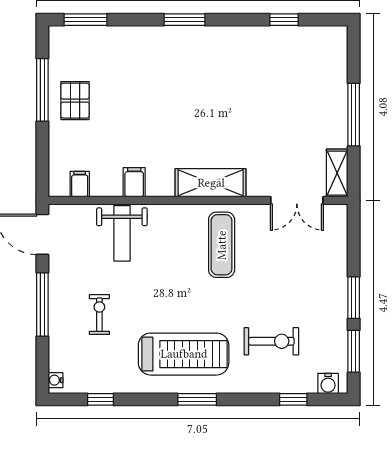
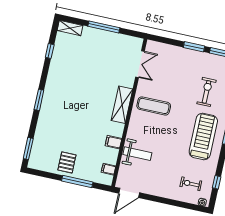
window: (42, 90) -> (77, 182), moved
pallet: (75, 101) -> (67, 162), turned 90
shelving: (337, 173) -> (70, 28), moved
window: (42, 305) -> (164, 200), removed
exercise bike: (99, 315) -> (191, 184), moved

